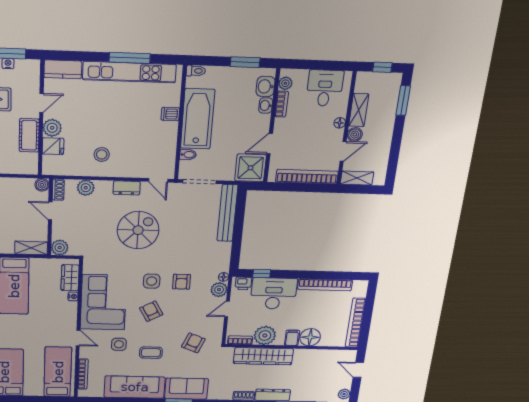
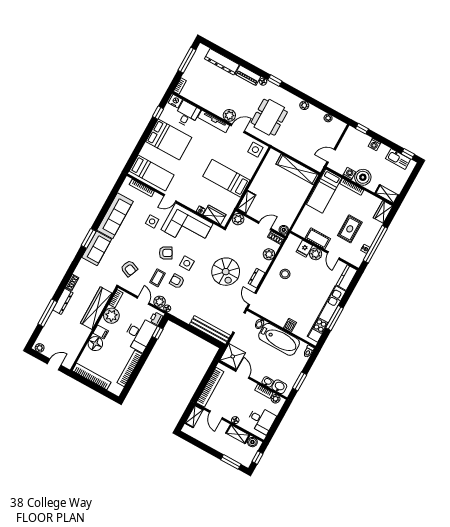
boiler: (355, 135) -> (252, 442), moved
door: (158, 180) -> (252, 299), hinge flipped
coffee table: (151, 353) -> (158, 278), moved

